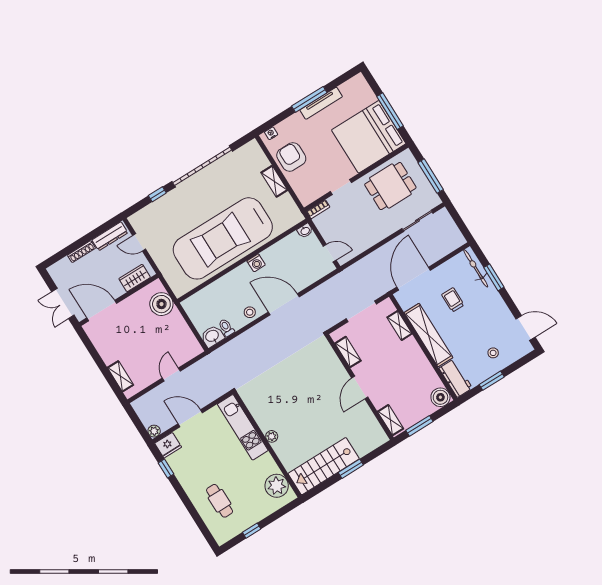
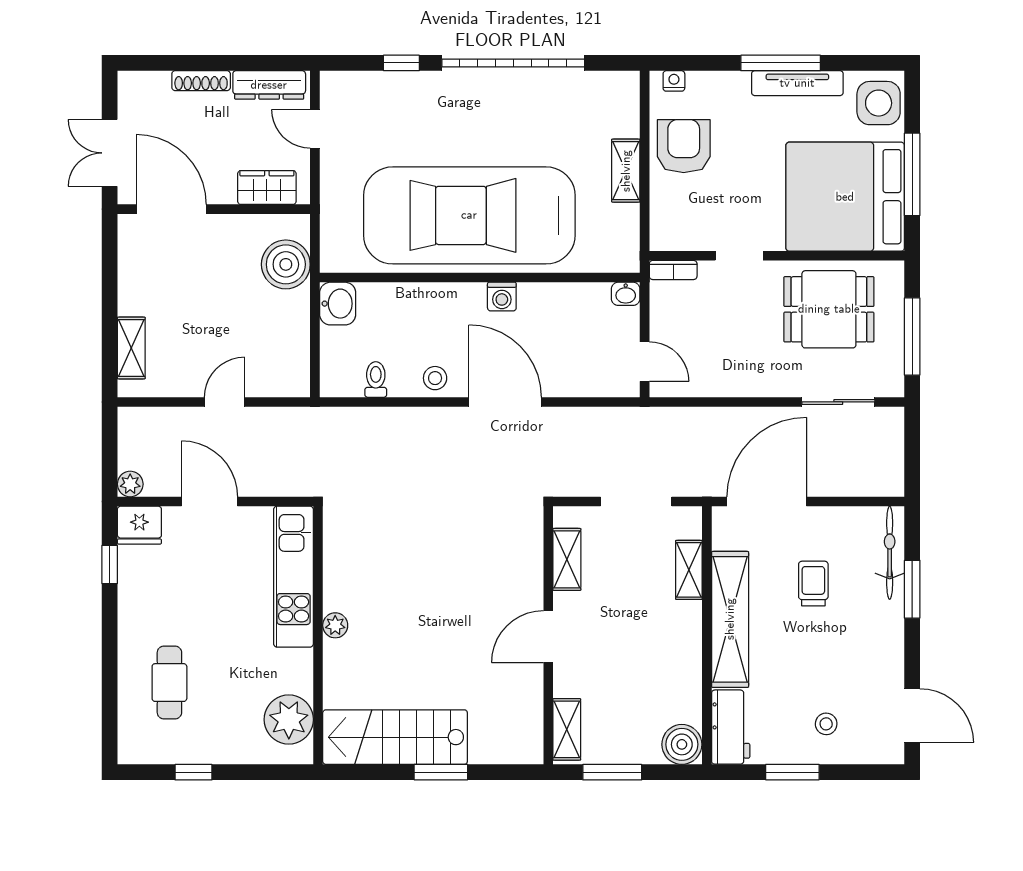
side table: (359, 91) -> (879, 103), added
washbasin: (212, 336) -> (338, 304), moved, turned 90

